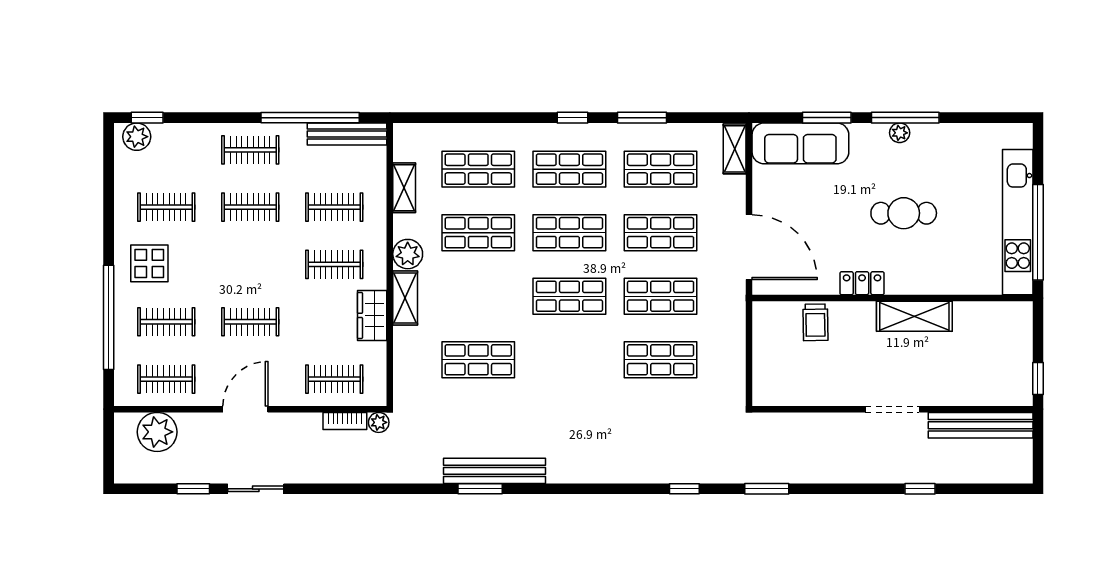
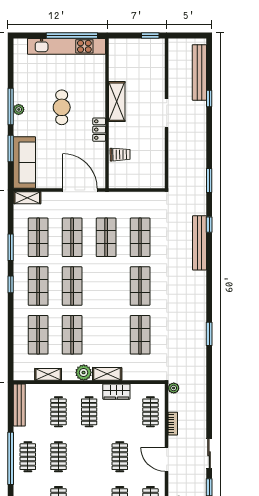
window: (310, 118) -> (11, 458), moved
door: (749, 247) -> (80, 190), hinge flipped
shop shelf: (569, 296) -> (140, 286), moved
bookcase: (345, 421) -> (173, 424), moved
bench: (981, 425) -> (199, 72), moved
bench: (494, 471) -> (200, 243), moved

